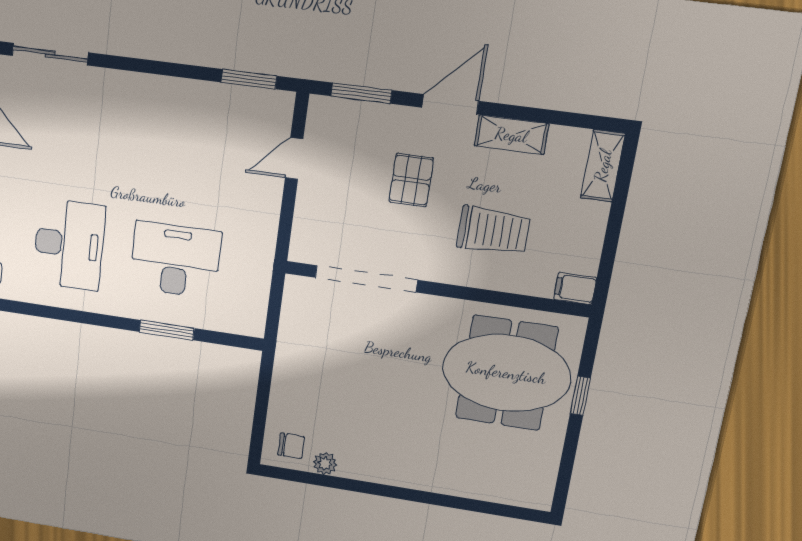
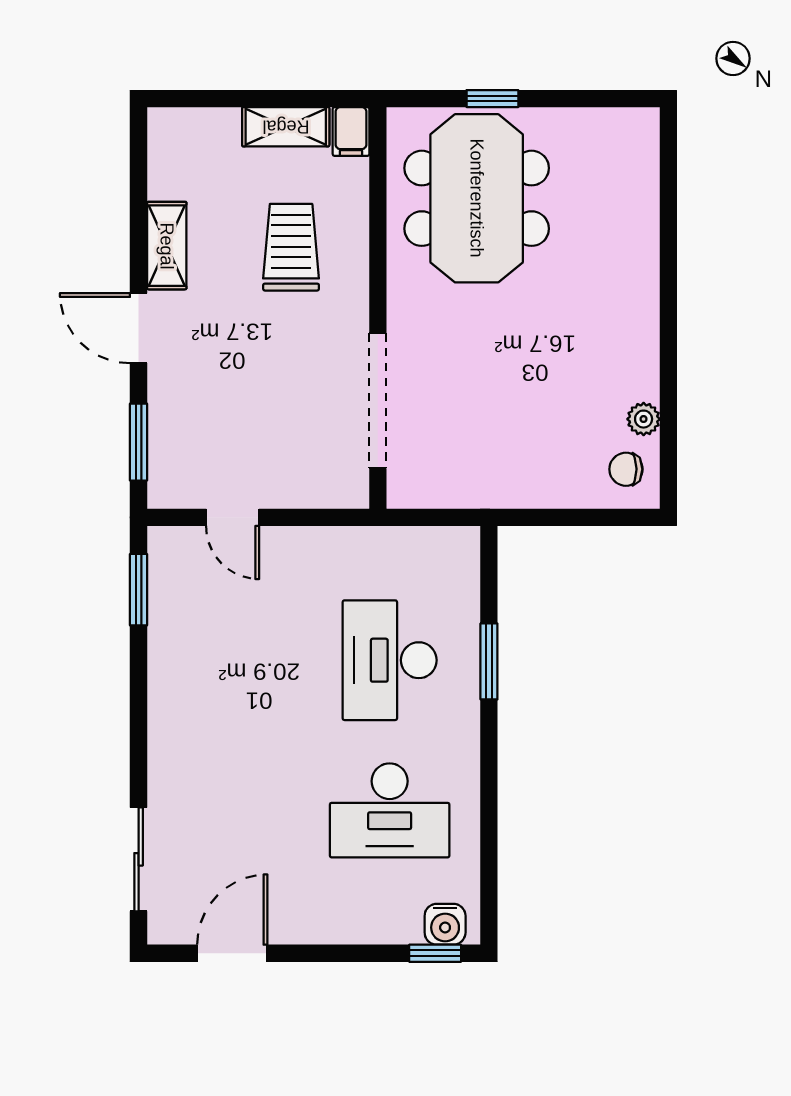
shelving: (603, 166) -> (286, 127), moved
pallet: (411, 180) -> (240, 362), removed
desk: (69, 244) -> (390, 810), turned 180
chair: (291, 446) -> (626, 469), turned -90

